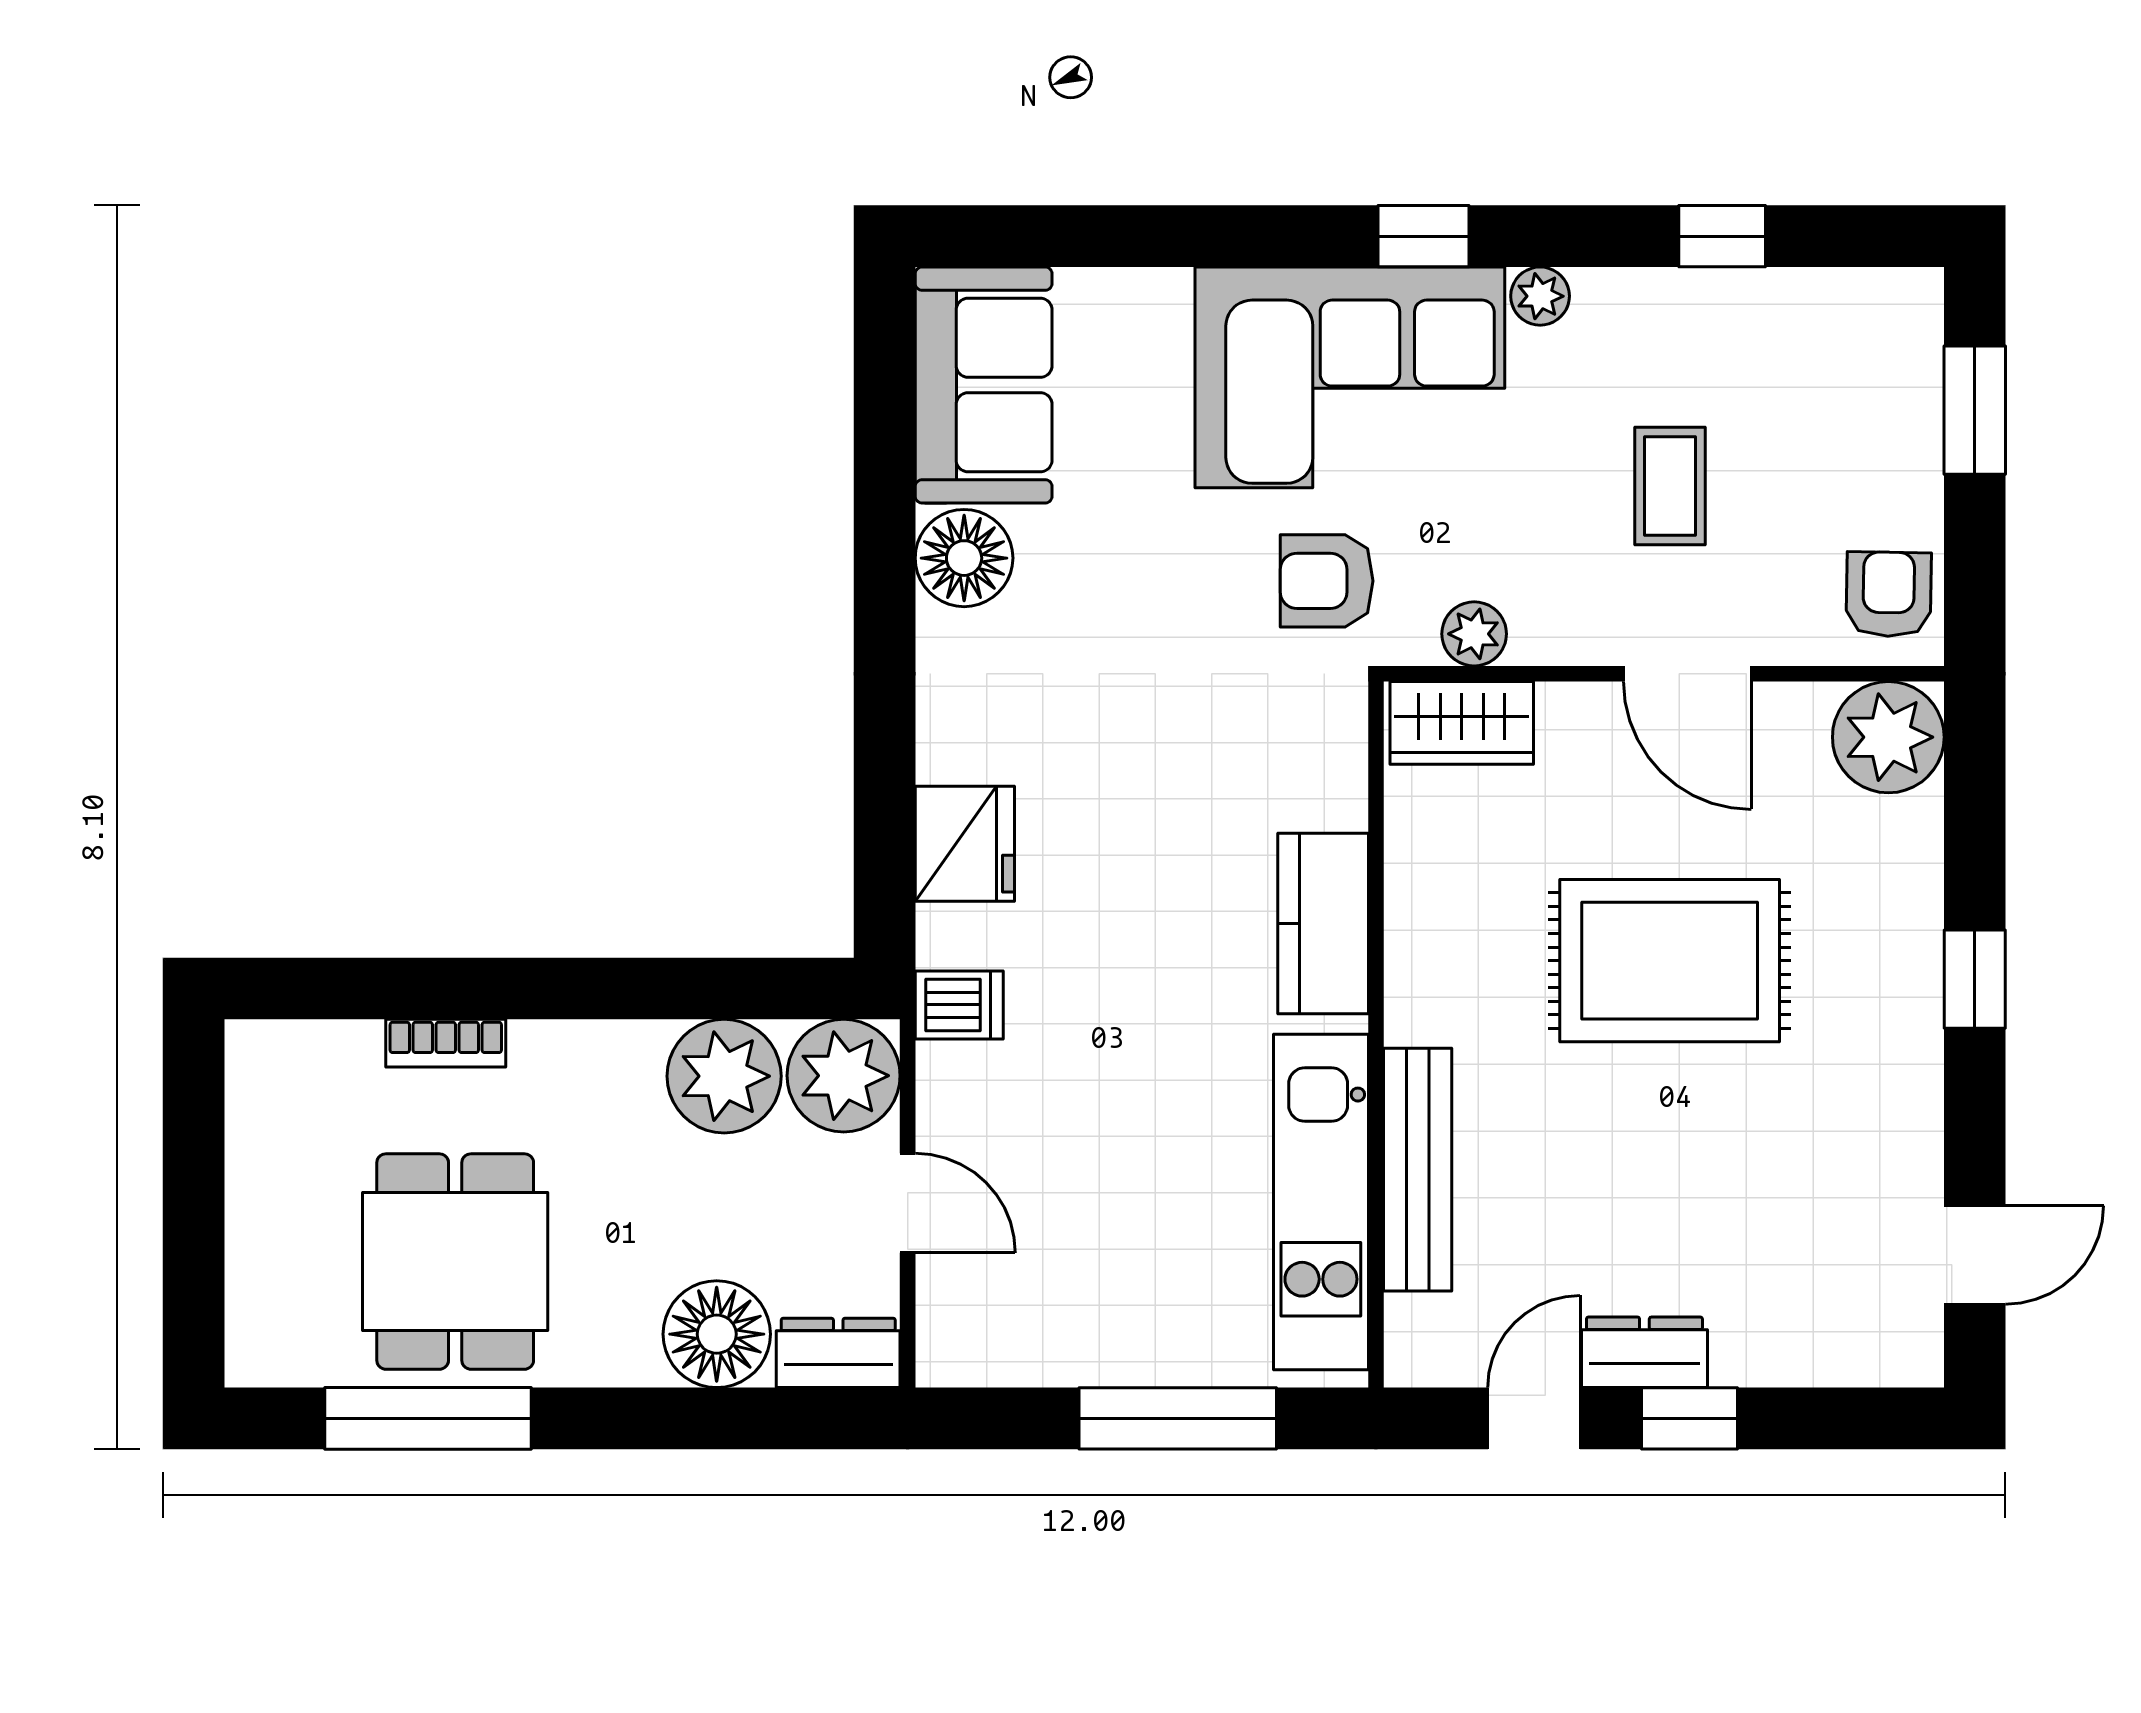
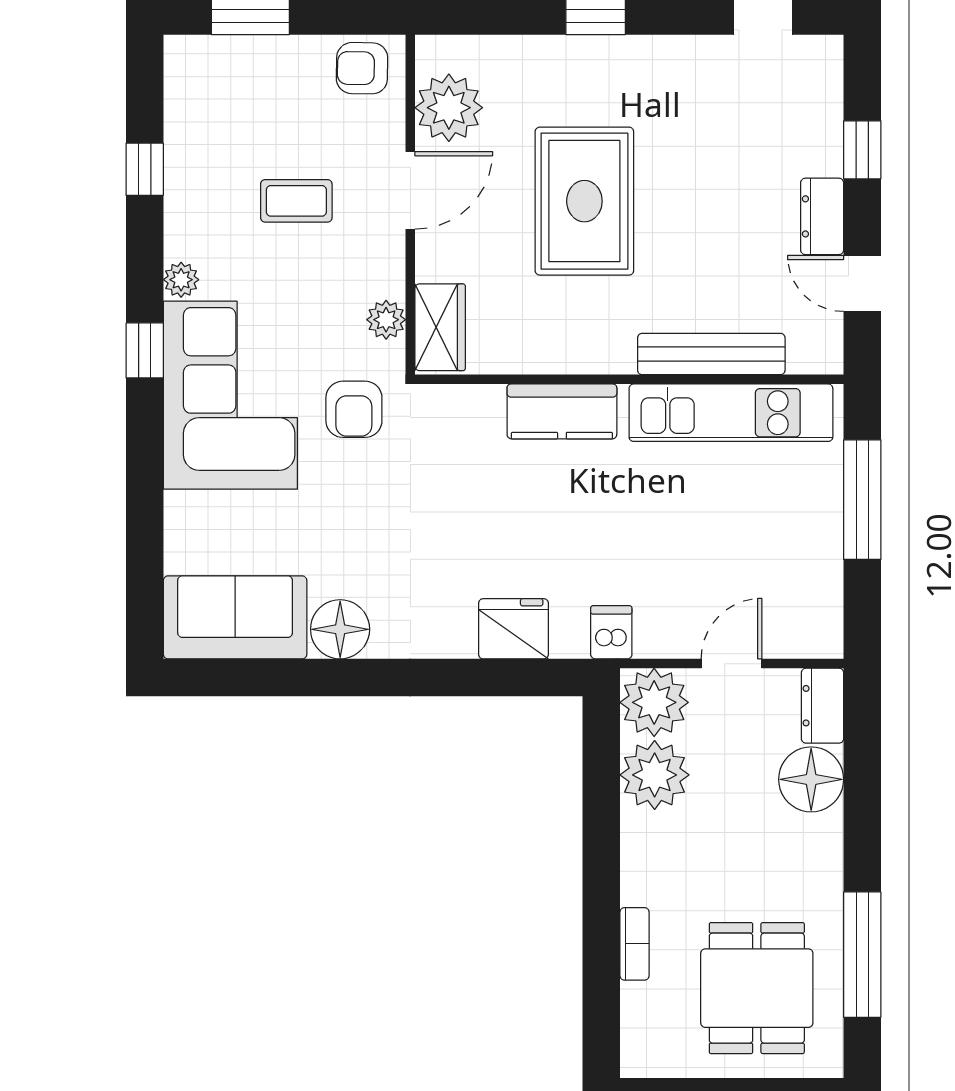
plant: (1888, 737) -> (449, 108), moved
dining table: (455, 1262) -> (757, 988), moved, turned 90
window: (1689, 1418) -> (862, 150), moved

